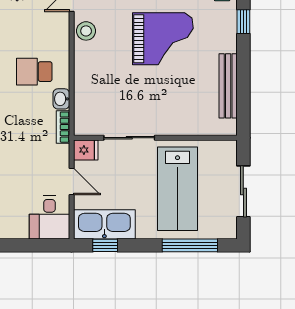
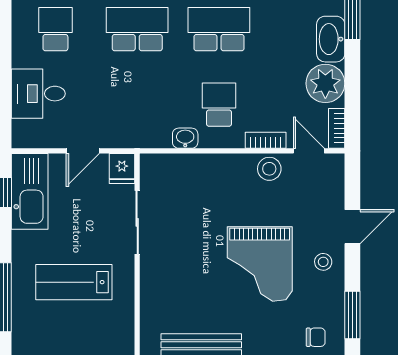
bookcase: (63, 127) -> (266, 140), moved
lab bench: (178, 189) -> (74, 282), width x0.73, depth x0.72
desk: (49, 218) -> (38, 94), moved

